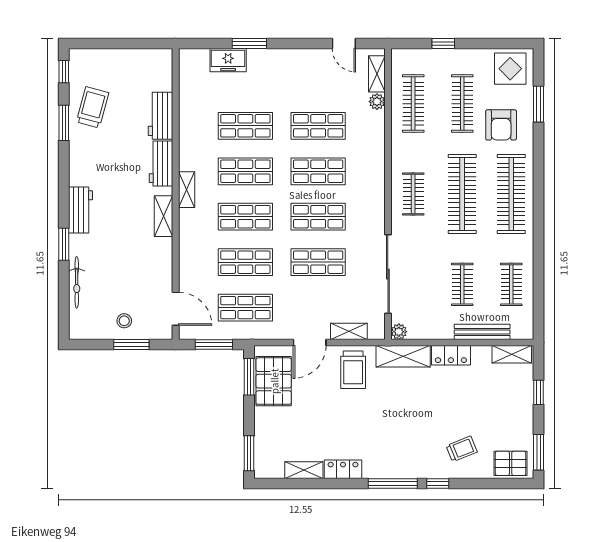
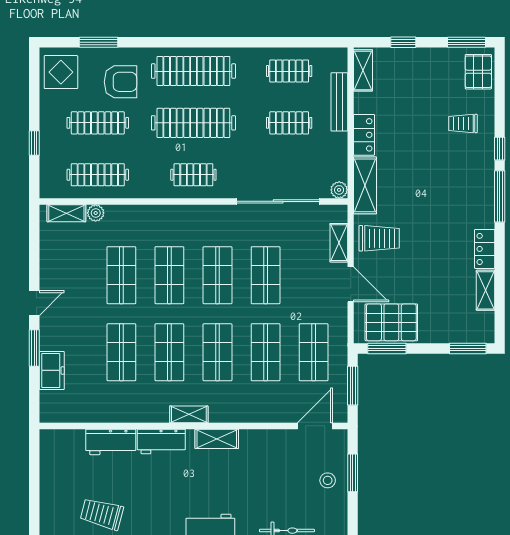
door: (344, 43) -> (34, 303), moved
trolley: (462, 449) -> (463, 123), turned -68

